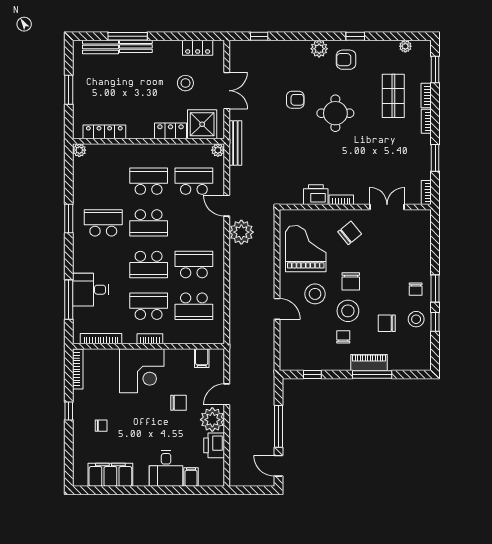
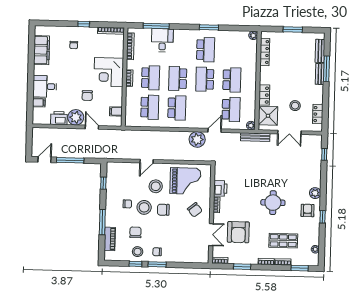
armchair: (295, 100) -> (238, 232), moved, width x1.88, depth x1.88
school desk: (194, 306) -> (150, 107), turned 180
piano: (369, 362) -> (110, 239), moved

